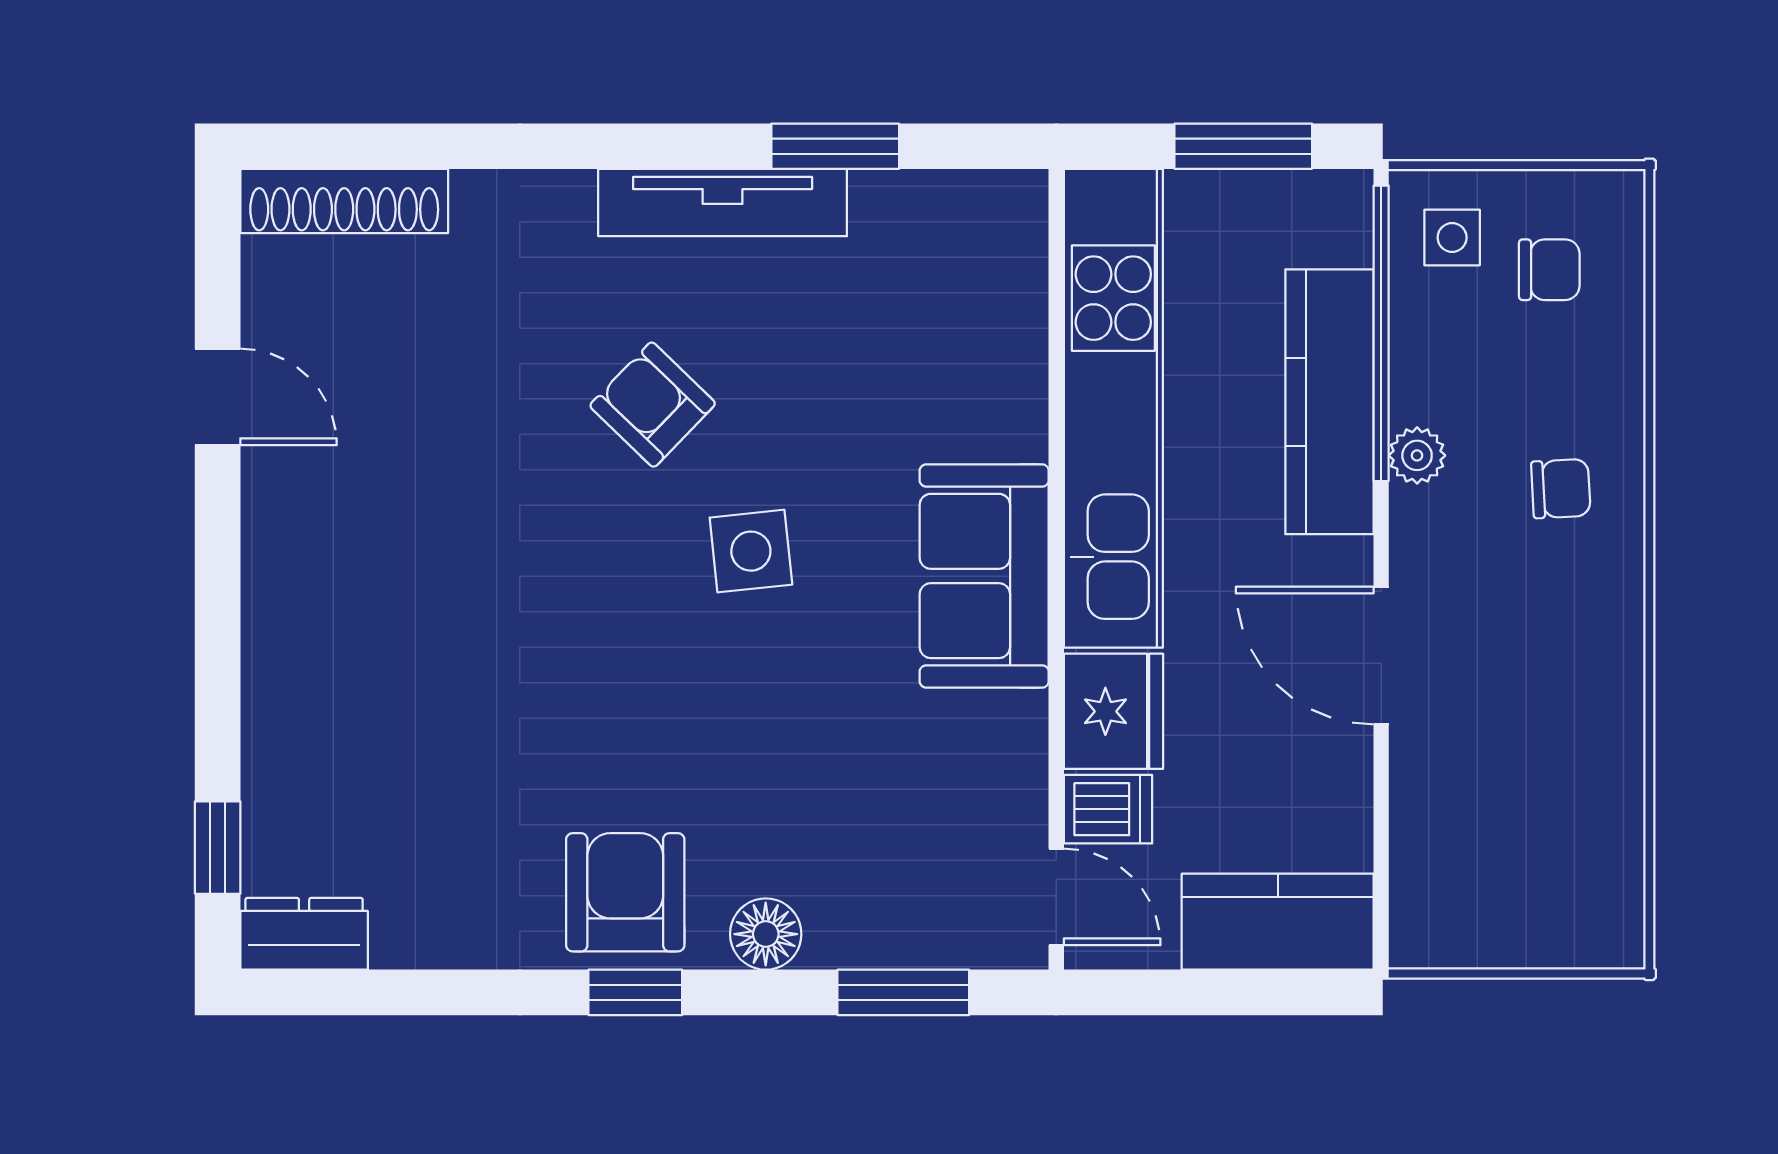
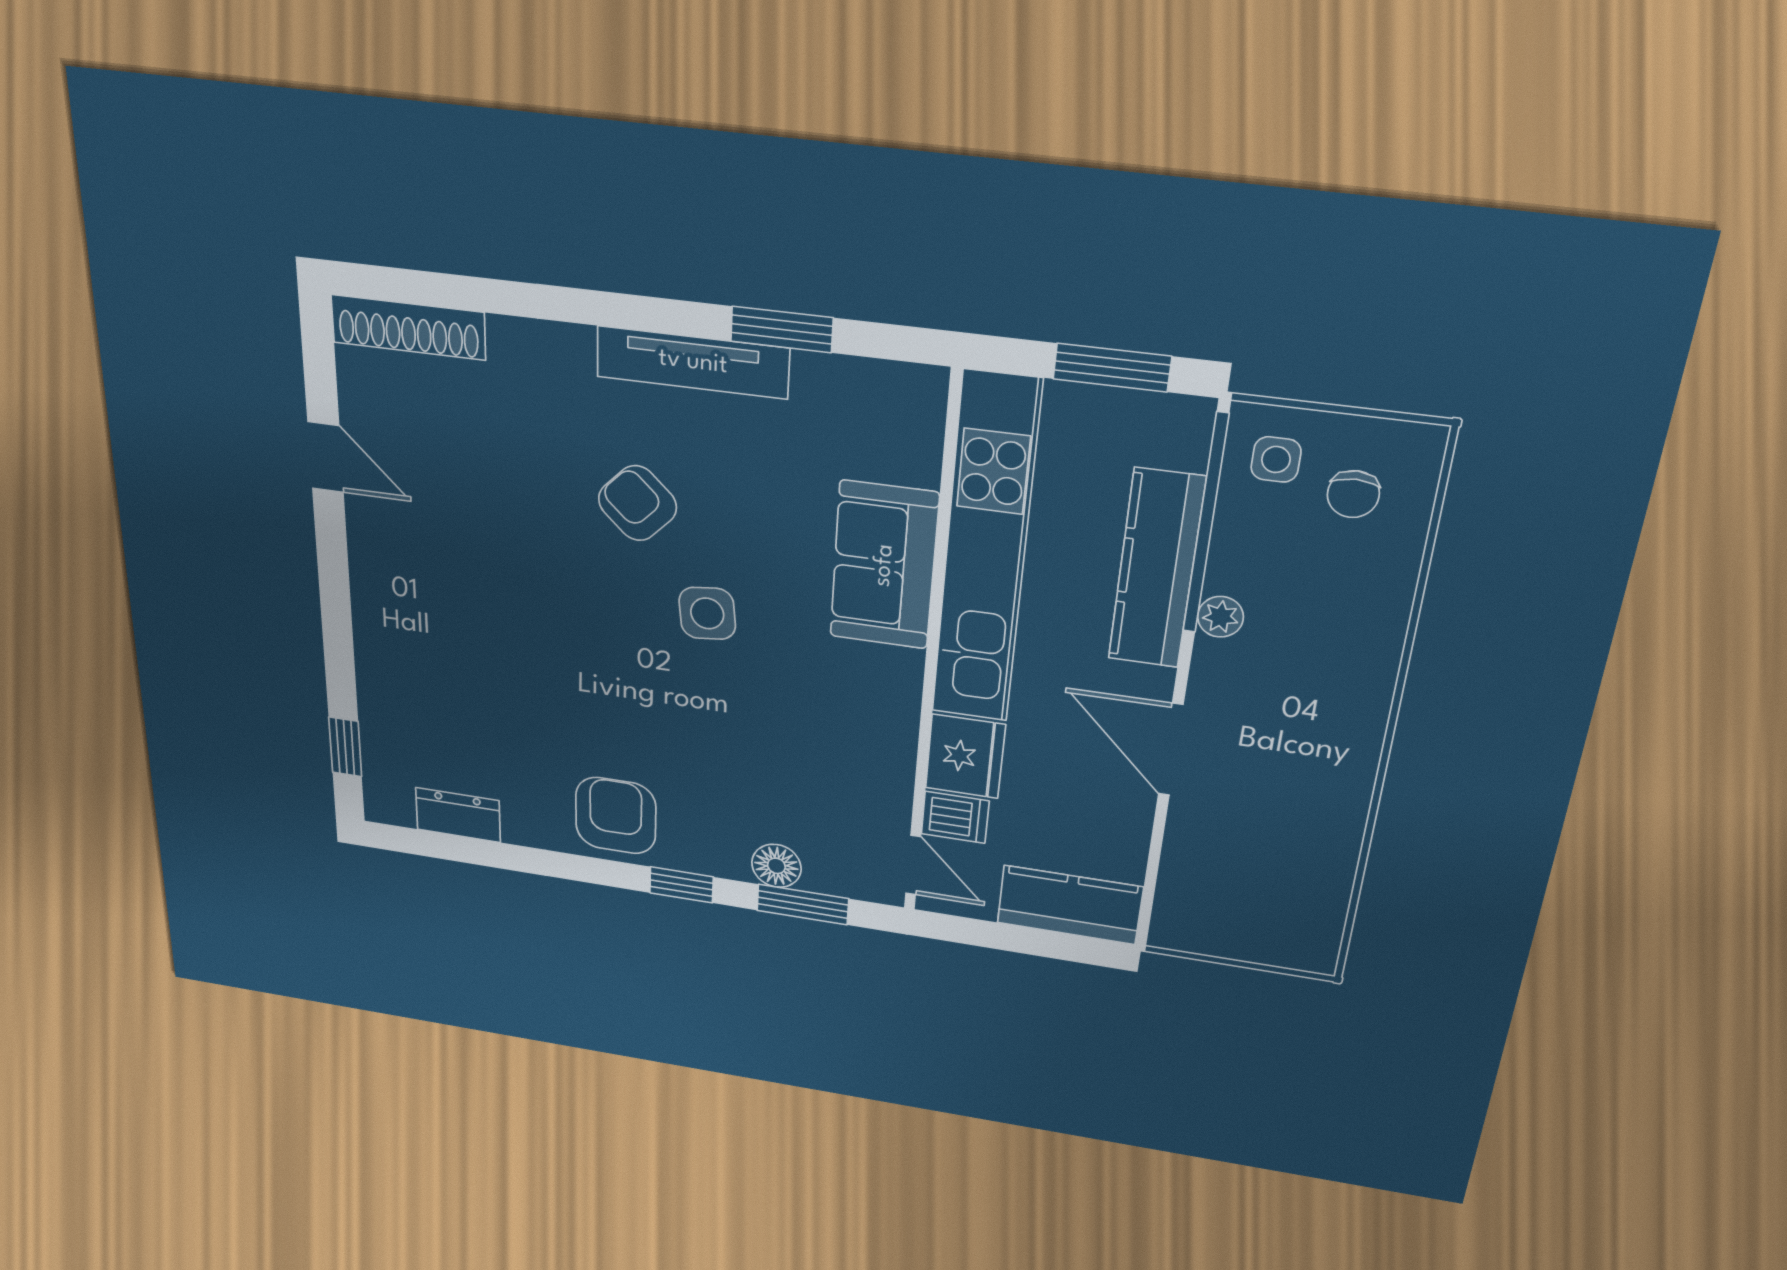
chair: (1549, 270) -> (1353, 494), turned 90
chair: (1561, 489) -> (1332, 656), removed
sofa: (984, 576) -> (884, 565), moved
dresser: (304, 934) -> (458, 815), moved
floor lamp: (766, 934) -> (776, 866), moved
window: (635, 992) -> (681, 885), moved

